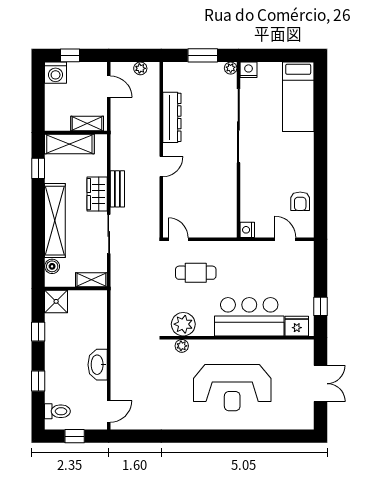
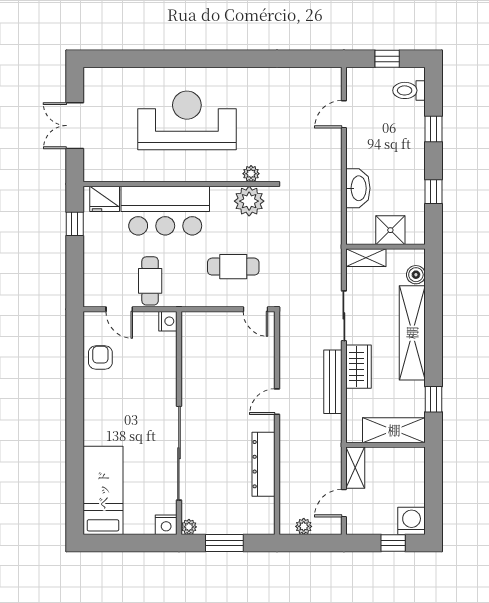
door: (109, 87) -> (344, 503), hinge flipped
shelving: (87, 124) -> (355, 468), moved, turned 90
bench: (117, 189) -> (333, 382), width x1.36
cafe table: (261, 261) -> (150, 281), added
shower: (56, 301) -> (390, 230), moved
washbasin: (98, 365) -> (358, 188), moved
door: (109, 411) -> (344, 114), moved

